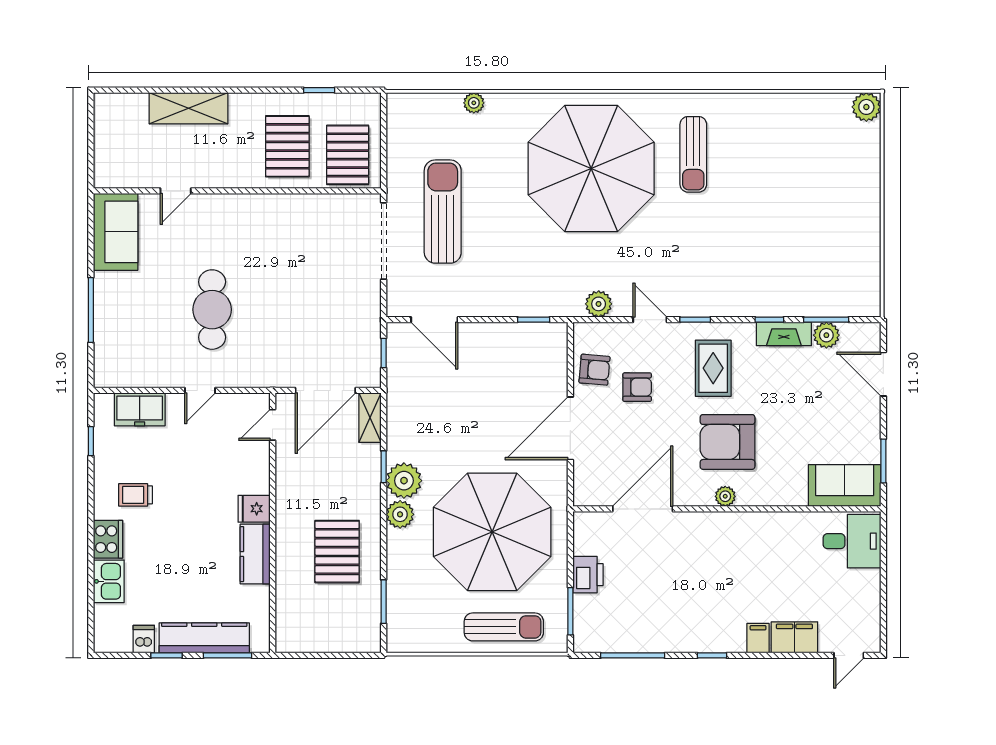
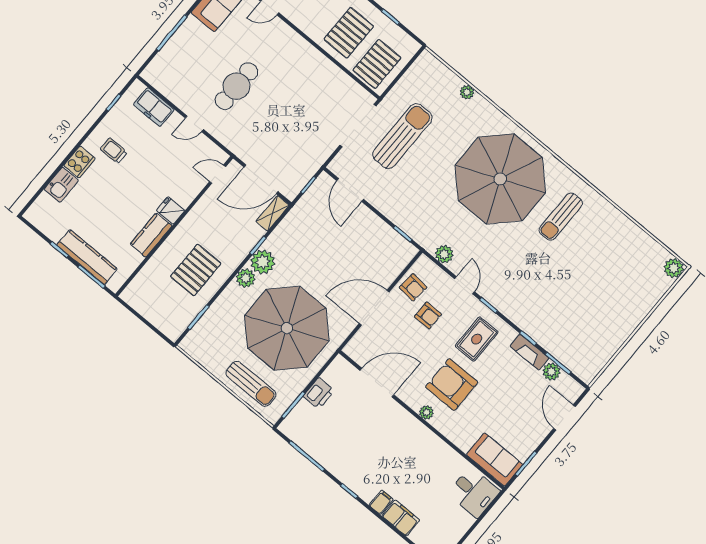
dishwasher: (144, 639) -> (54, 231), removed

